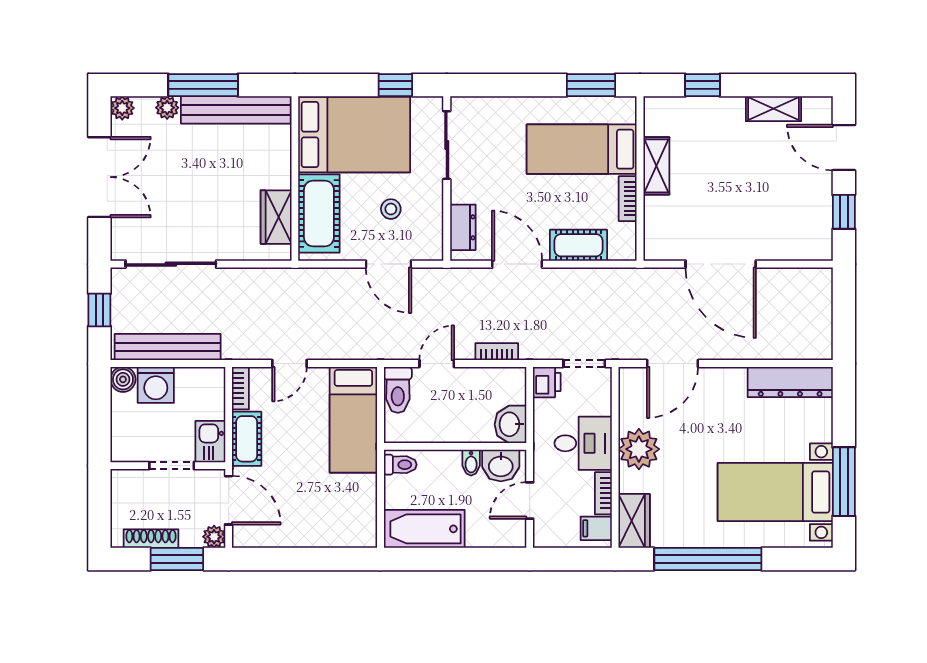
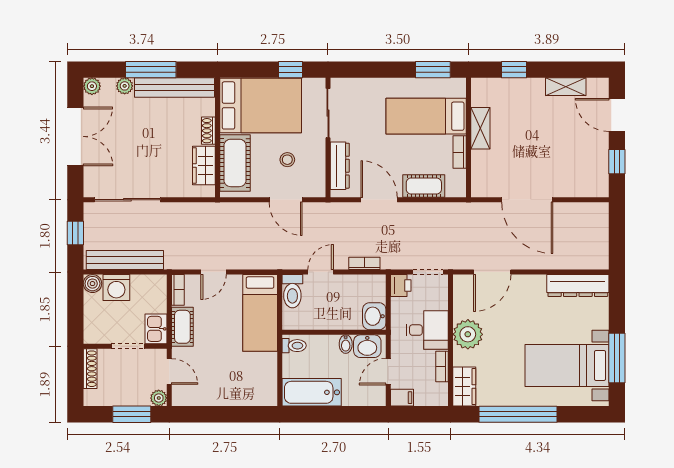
shoe rack: (282, 169) -> (208, 131), added
dresser: (463, 227) -> (340, 166), width x1.44
door: (229, 500) -> (169, 371), width x0.73
filing cabinet: (596, 528) -> (402, 398), moved, turned 180
shoe rack: (151, 539) -> (90, 369), moved, turned 90

